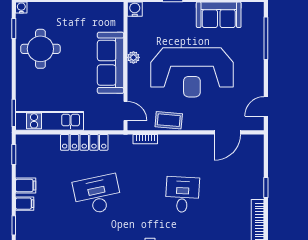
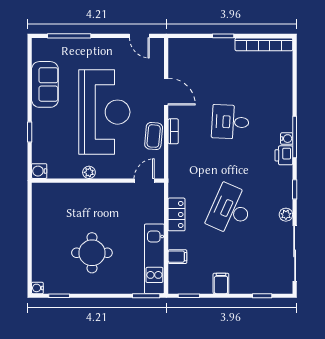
round table: (40, 49) -> (92, 253), moved
sofa: (111, 63) -> (94, 196), removed
door: (227, 132) -> (166, 92), moved
bookcase: (145, 139) -> (173, 131), moved
locker: (84, 142) -> (177, 214), width x0.66
desk: (97, 195) -> (230, 210), turned 36
filing cabinet: (25, 204) -> (177, 257), moved, turned 90

